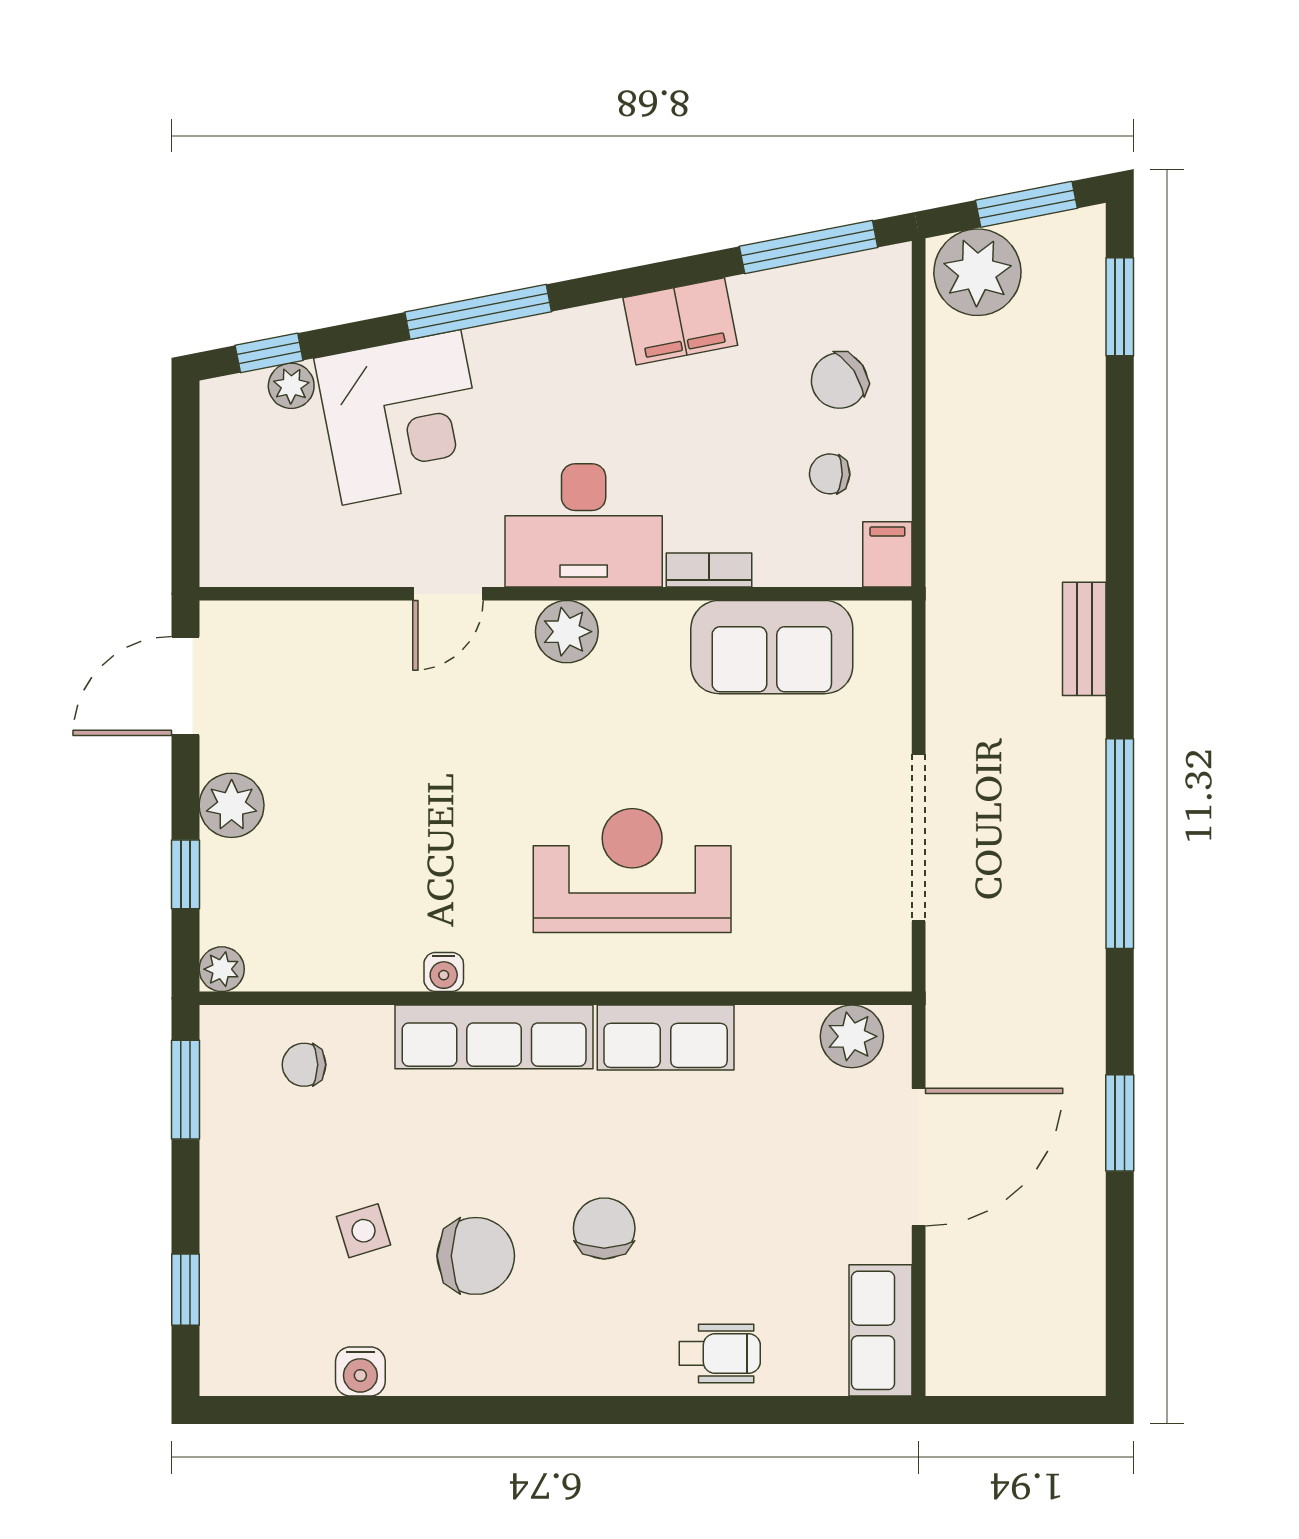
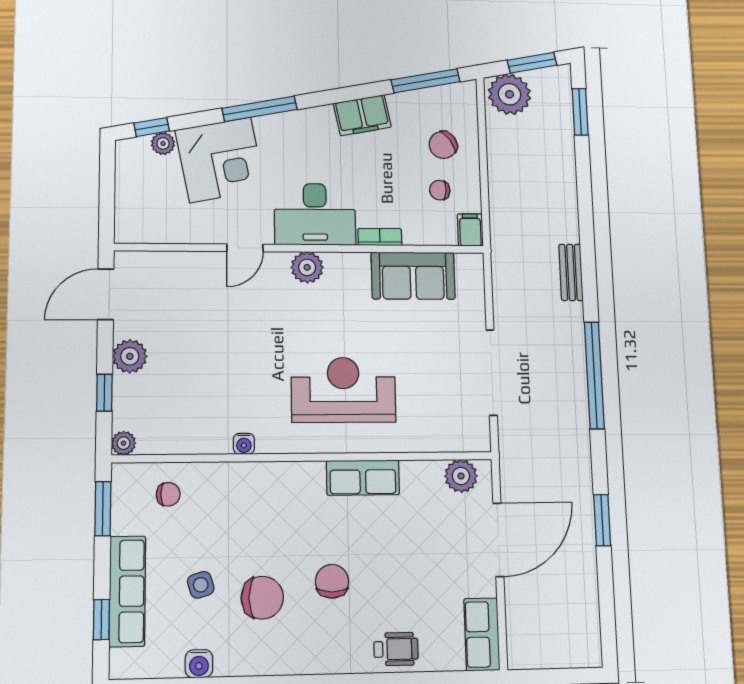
row of seats: (494, 1037) -> (127, 591), moved, turned -90
chair: (304, 1065) -> (168, 494), turned 180

